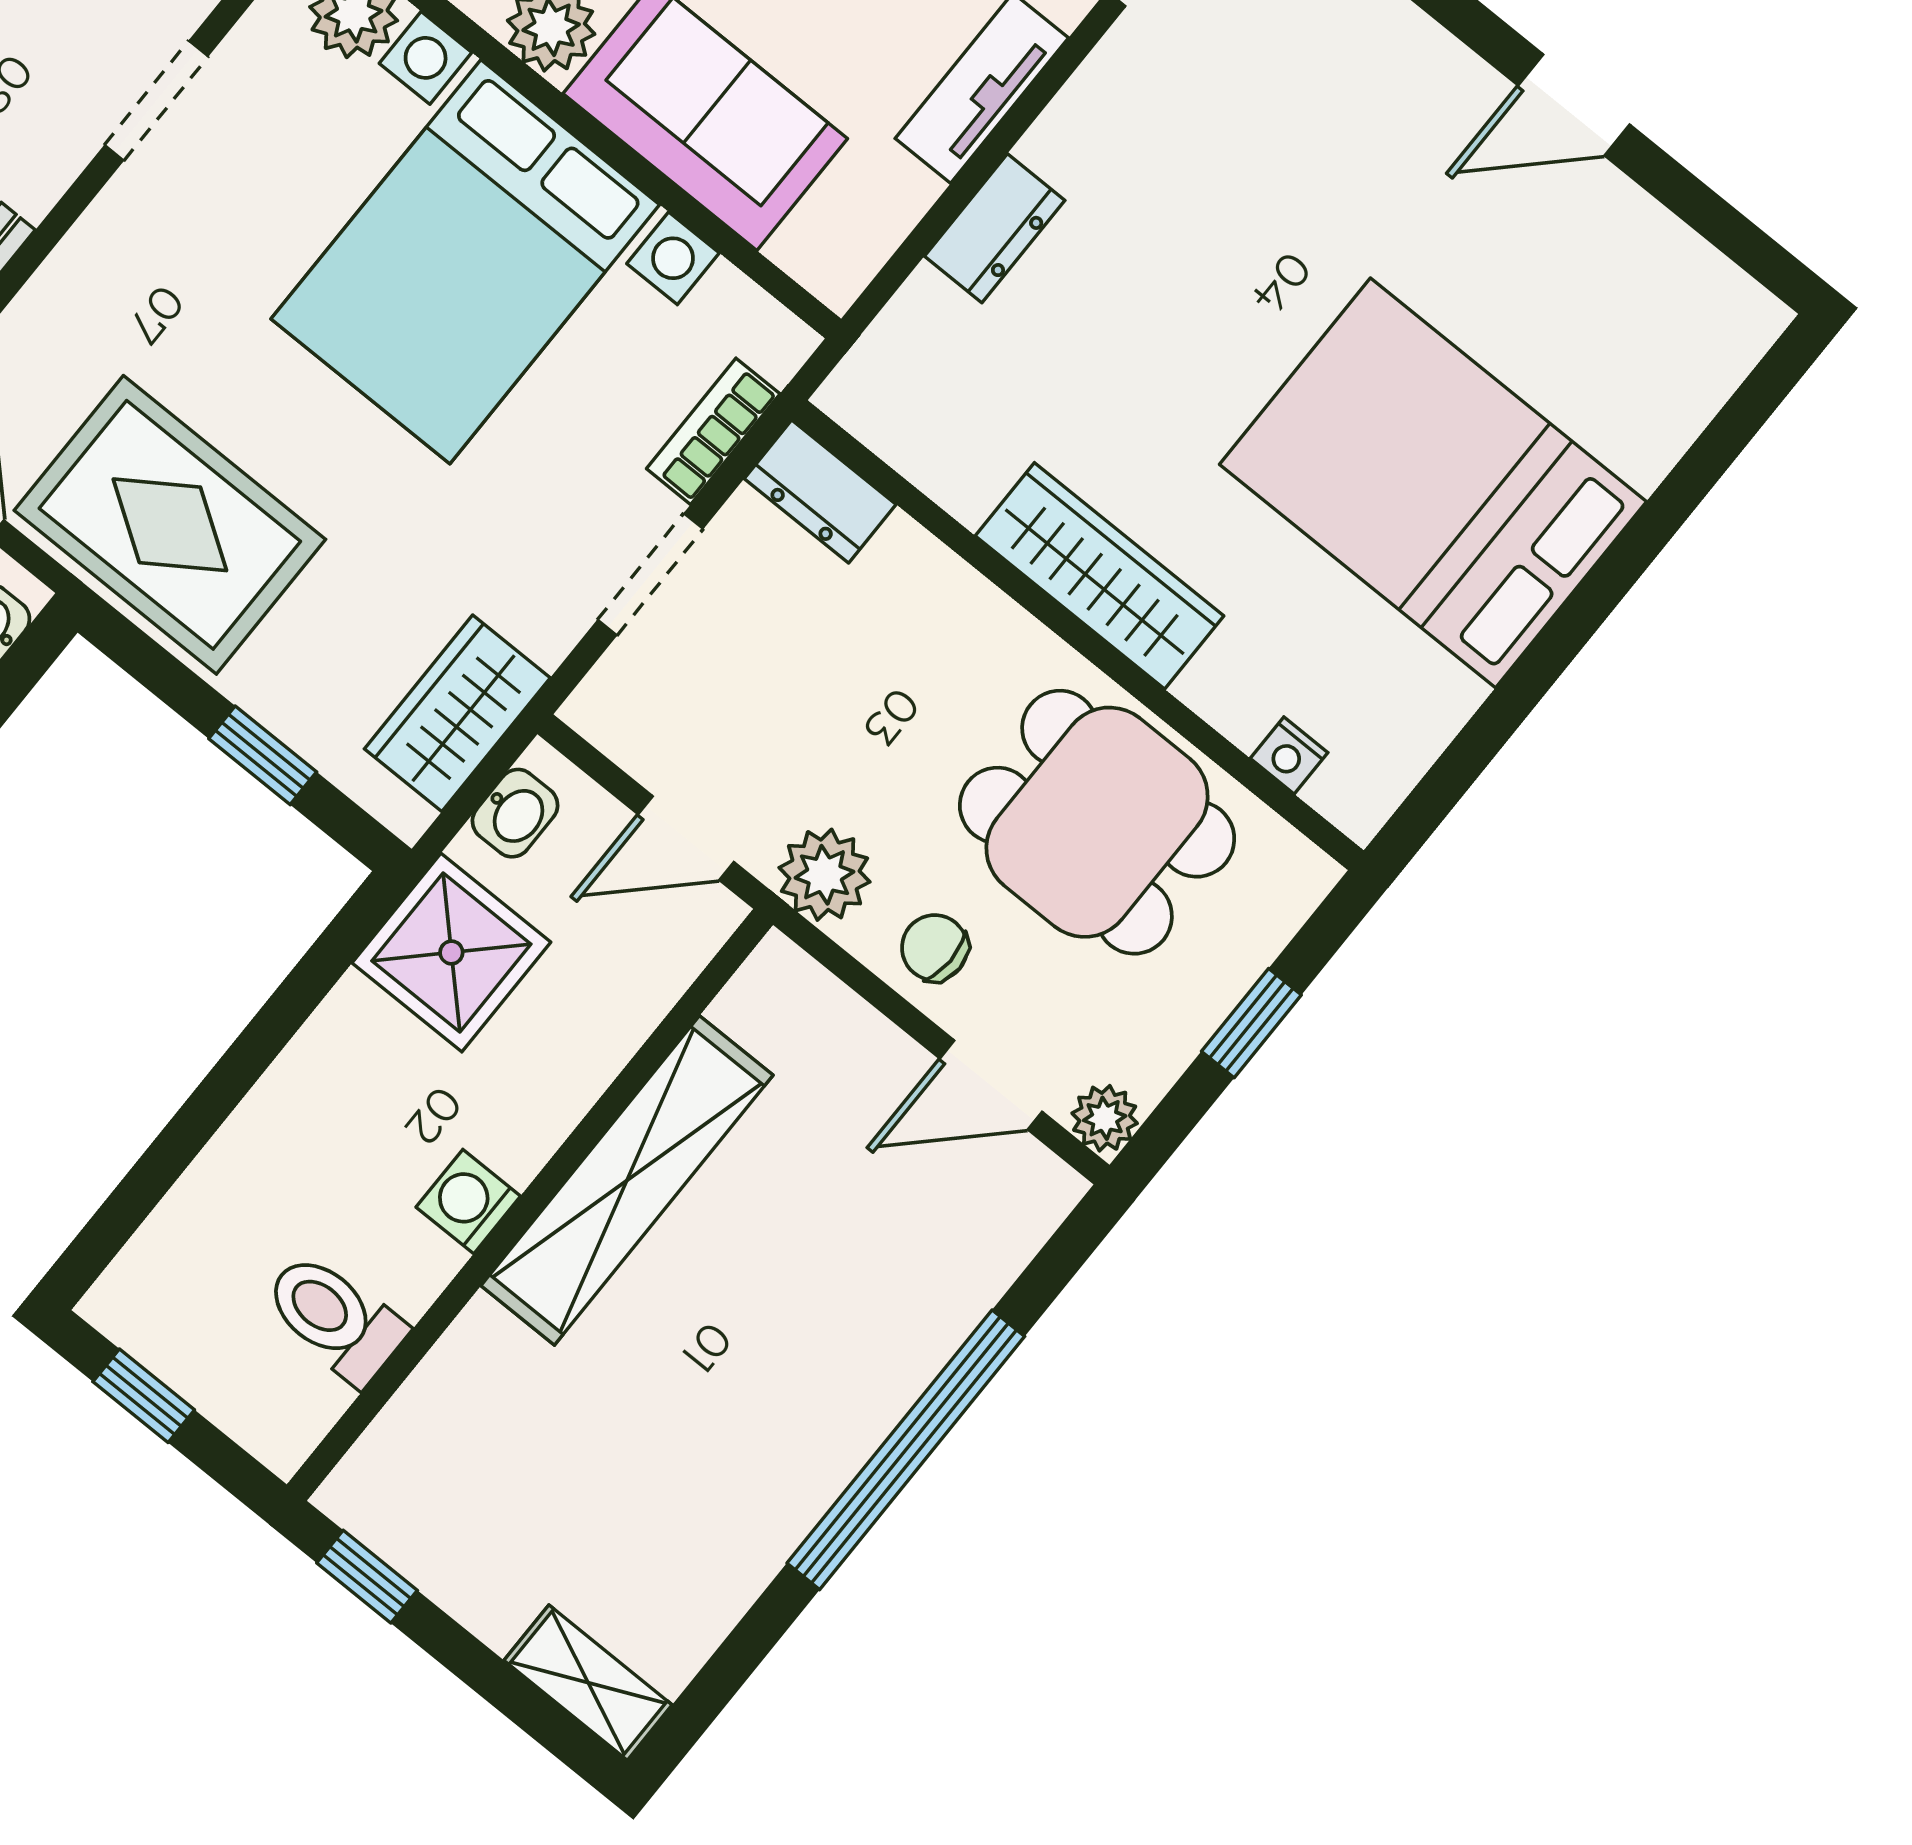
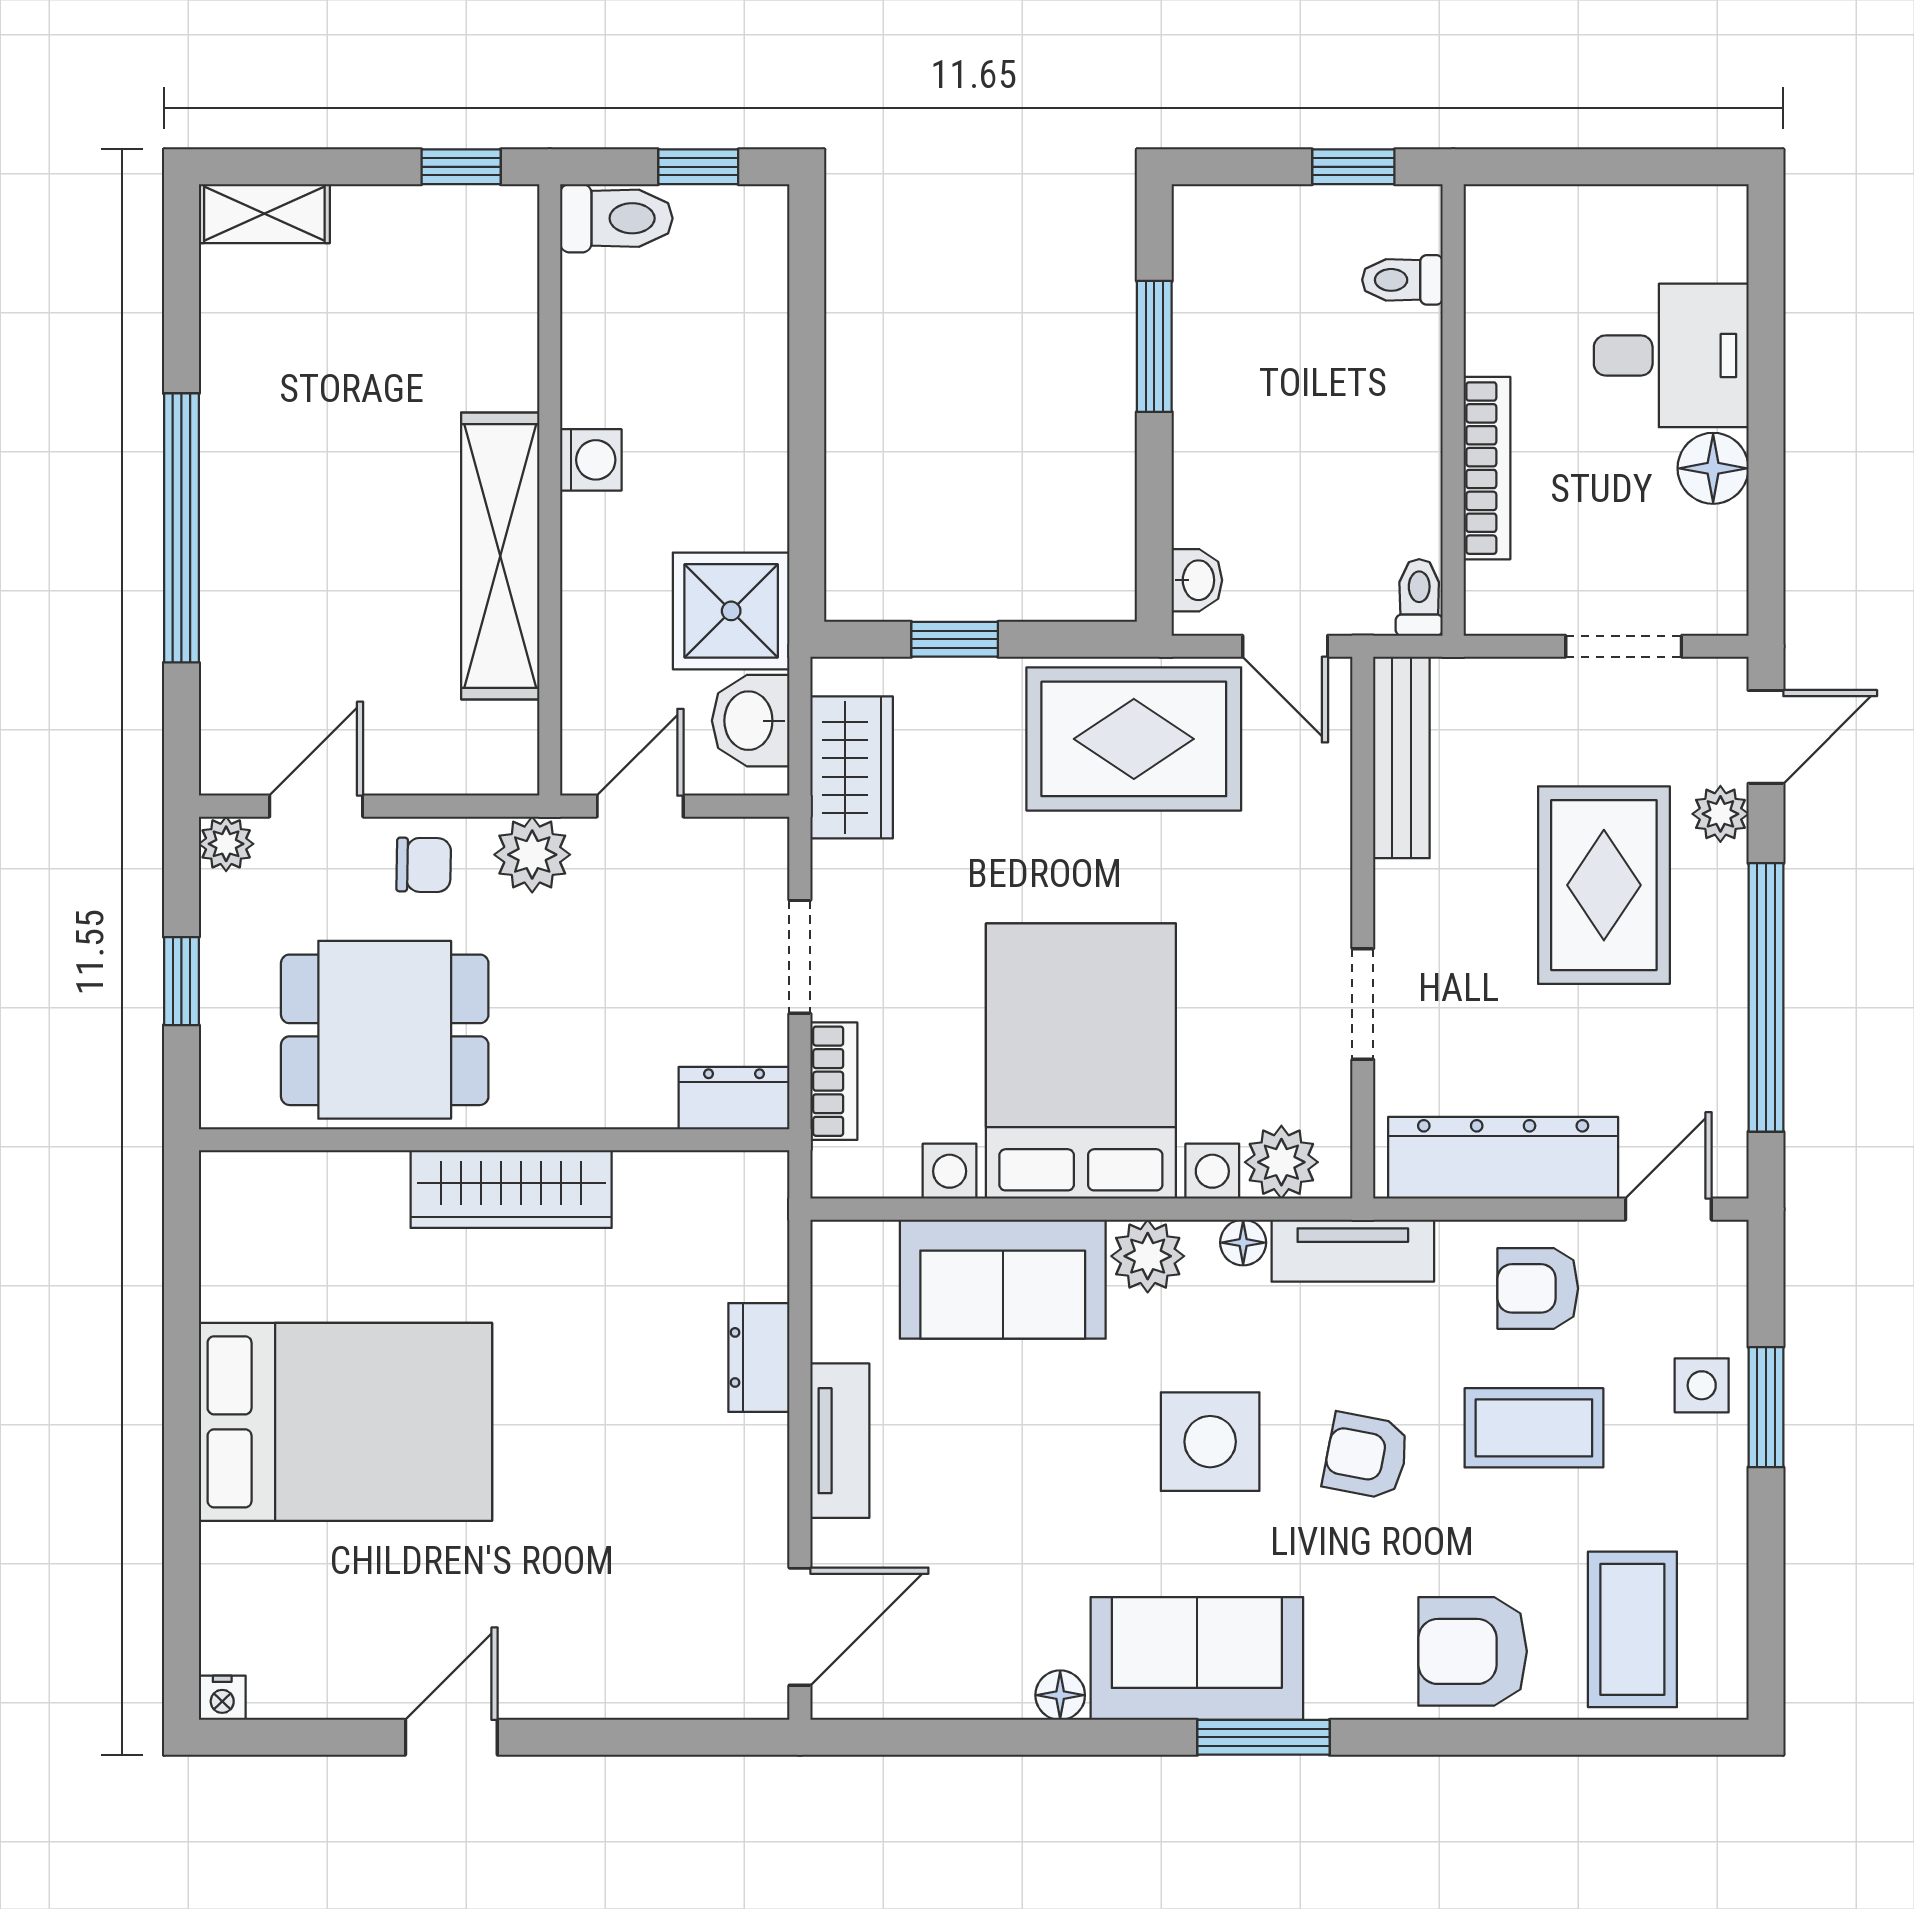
nightstand: (1289, 755) -> (222, 1698), moved, turned 180
washbasin: (515, 813) -> (751, 721), width x1.38, depth x1.45
toilet: (335, 1318) -> (616, 218), moved

